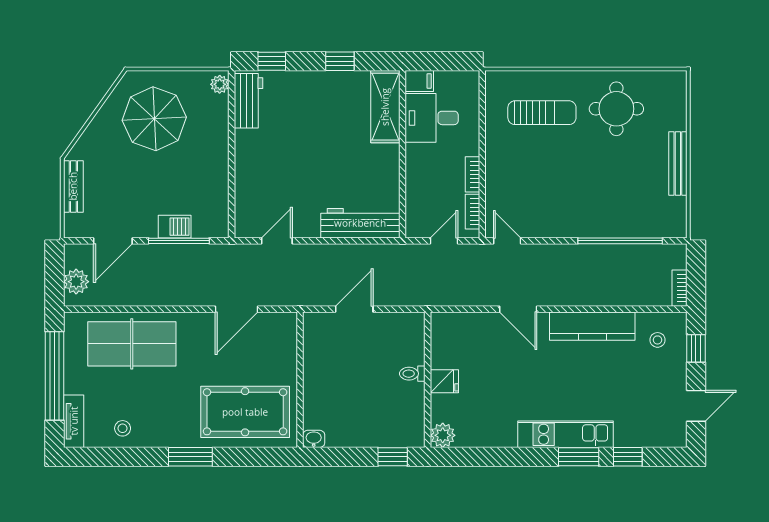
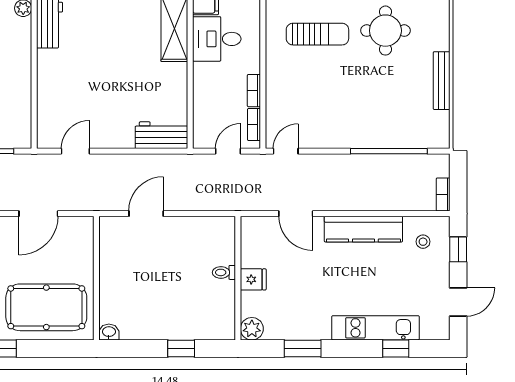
workbench: (360, 223) -> (161, 135), width x0.73
door: (507, 241) -> (286, 151), hinge flipped
toilet: (412, 374) -> (224, 272), moved
wall: (428, 380) -> (238, 278), moved
fridge: (444, 381) -> (253, 279), moved
kitchen unit: (566, 434) -> (375, 328), moved
plant: (443, 435) -> (252, 329), moved
window: (579, 457) -> (303, 348), moved

